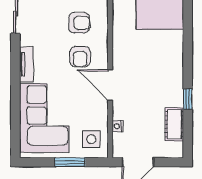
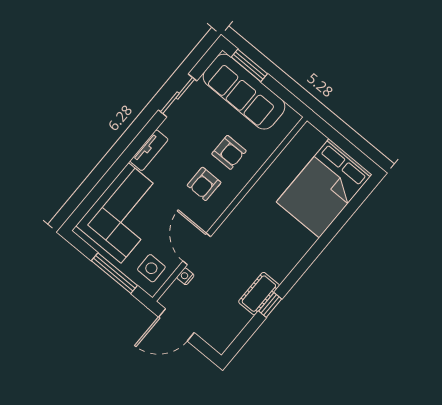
door: (110, 85) -> (197, 249), moved
cot: (174, 124) -> (259, 294), moved
window: (70, 162) -> (114, 273), width x1.44

